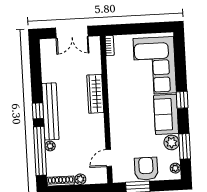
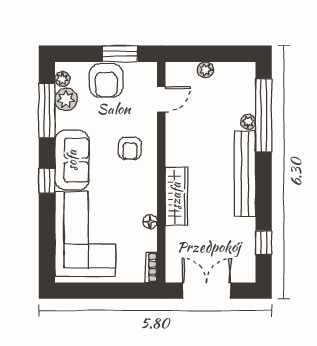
floor lamp: (112, 76) -> (150, 222), added
window: (38, 111) -> (264, 243), moved
armchair: (128, 124) -> (130, 148), added
plant: (172, 142) -> (66, 99), moved
window: (185, 146) -> (47, 111), width x1.44
shoe rack: (61, 181) -> (235, 69), removed

